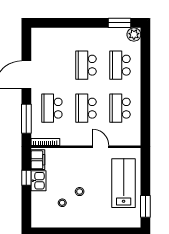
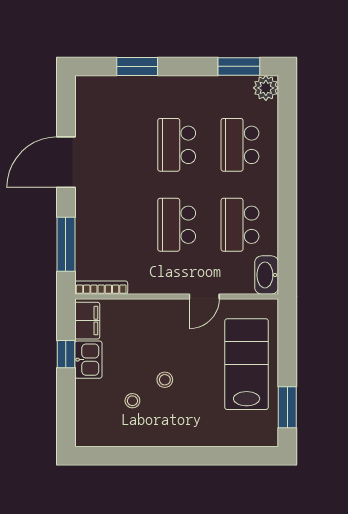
window: (65, 23) -> (137, 66), added
school desk: (52, 108) -> (113, 225), removed
washbasin: (134, 135) -> (267, 275), added
door: (101, 147) -> (204, 297), swing flipped

